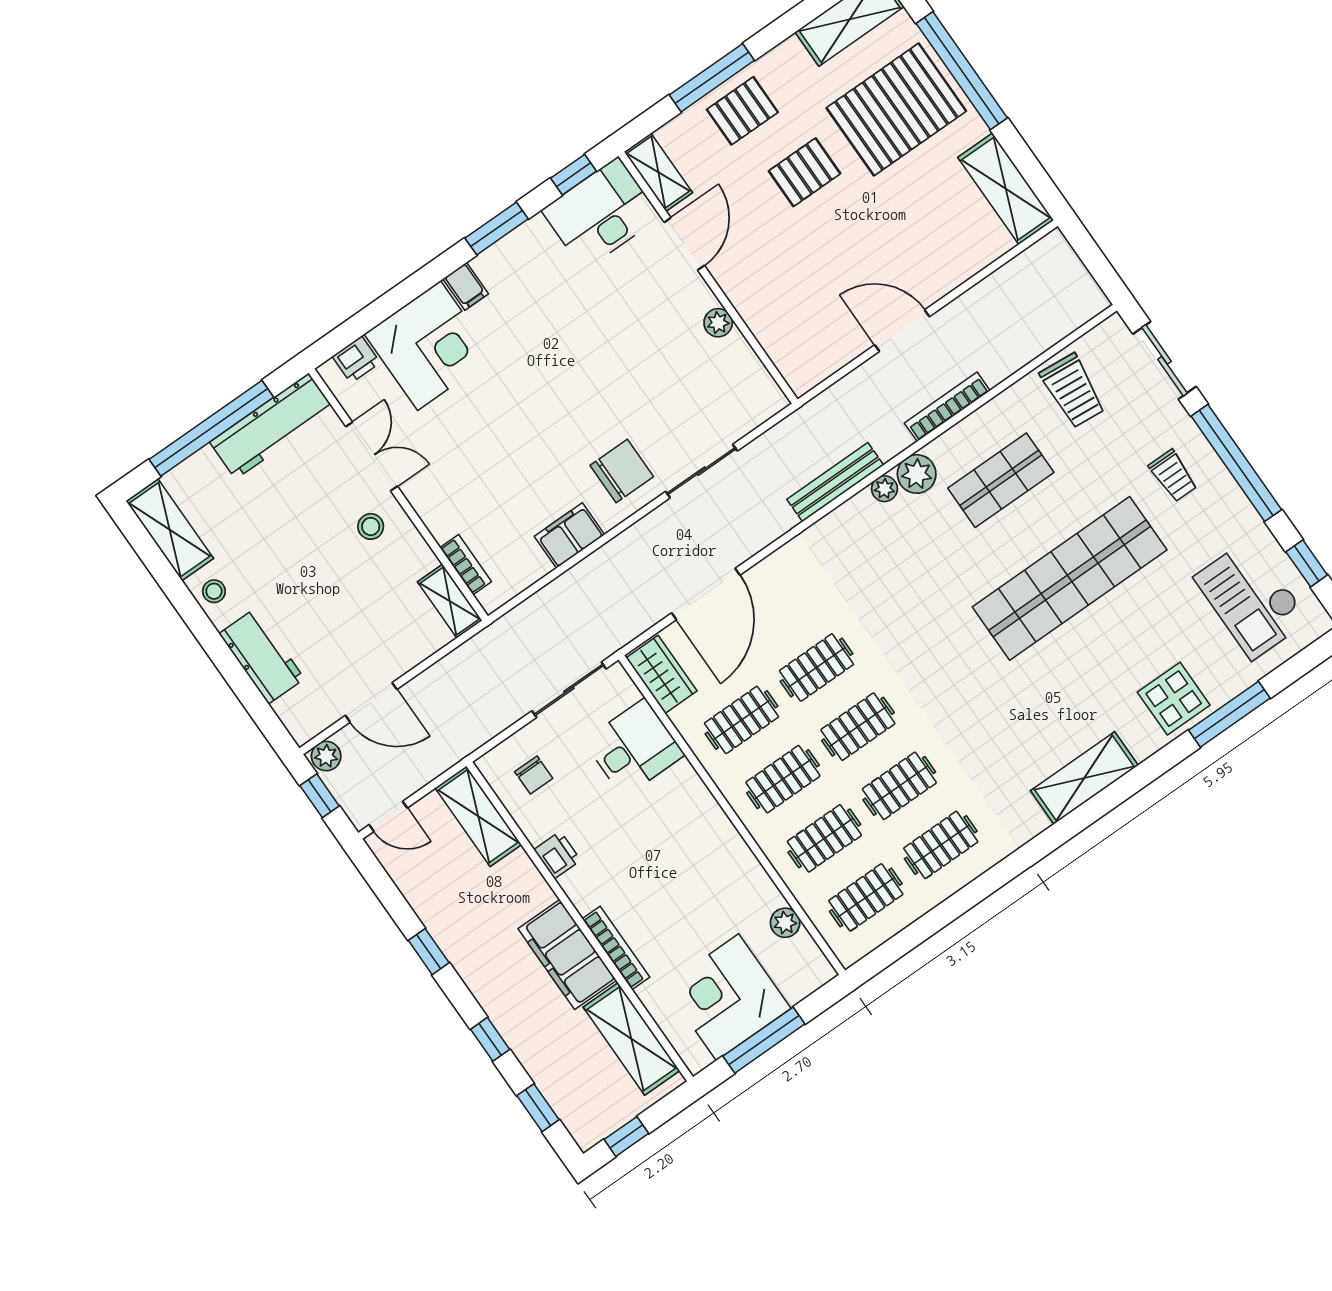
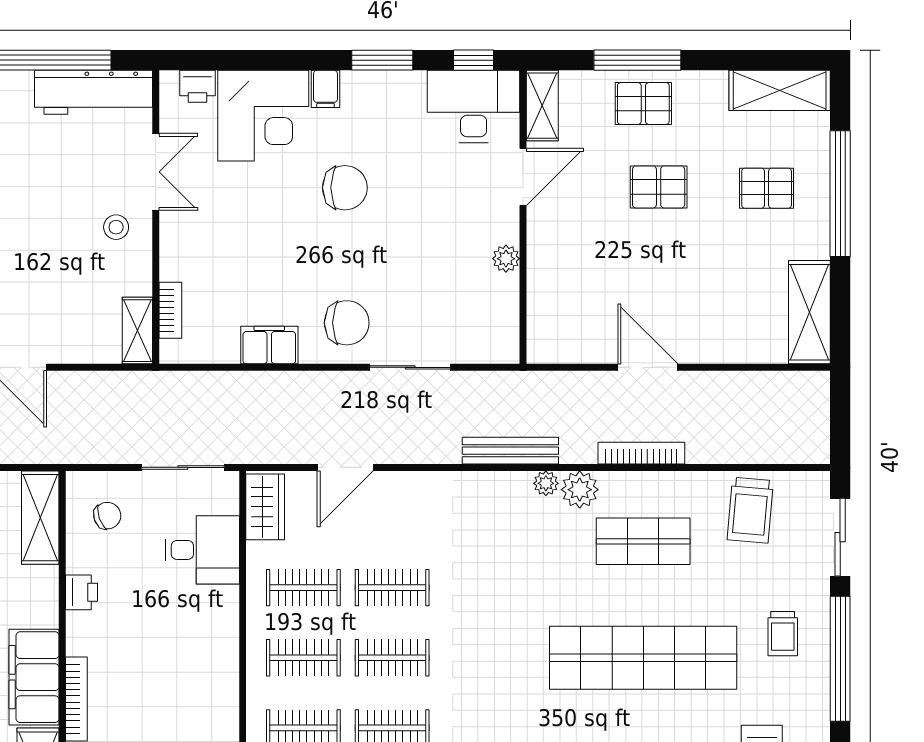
pallet: (896, 109) -> (767, 188), width x0.49, depth x0.50
chair: (540, 358) -> (345, 188), added
door: (706, 594) -> (345, 467), width x0.73
chair: (534, 775) -> (107, 516), turned -109

